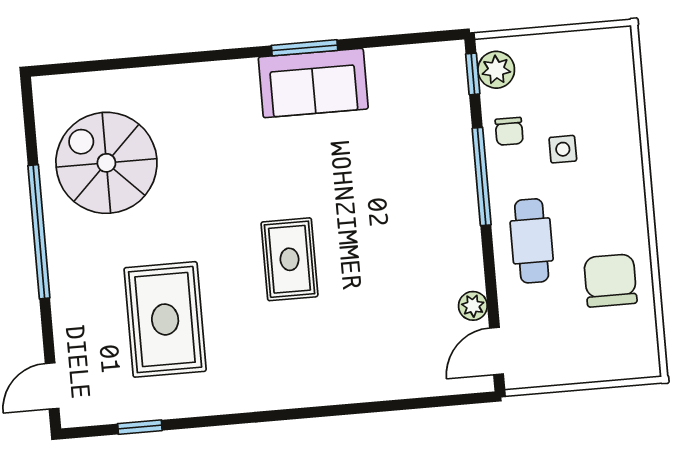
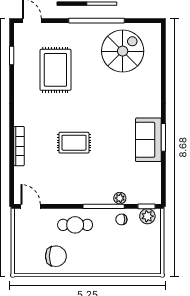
side table: (563, 149) -> (112, 241), removed
rug: (290, 259) -> (74, 143), moved
plant: (473, 306) -> (120, 198), moved
rug: (165, 319) -> (55, 70), turned 90
bookcase: (355, 391) -> (19, 146), added

